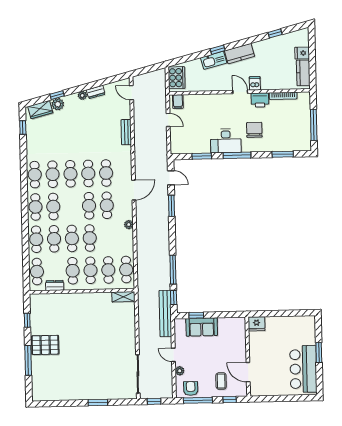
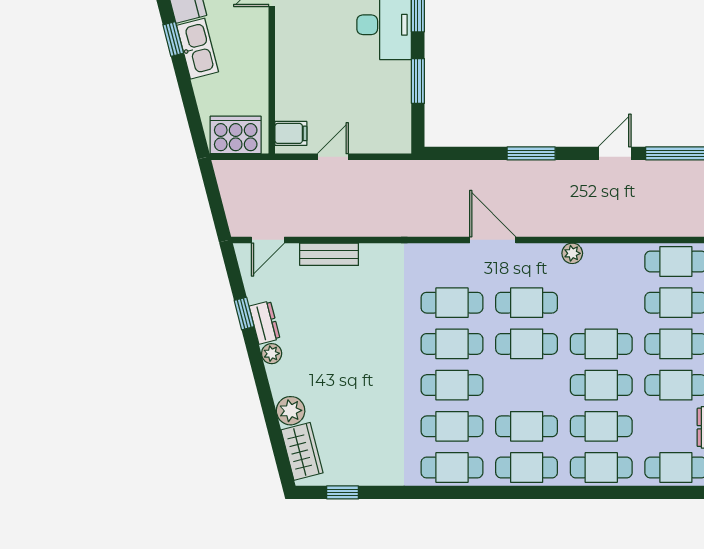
window: (57, 95) -> (244, 314), moved
bench: (126, 132) -> (329, 254), moved
door: (171, 178) -> (615, 153), moved

